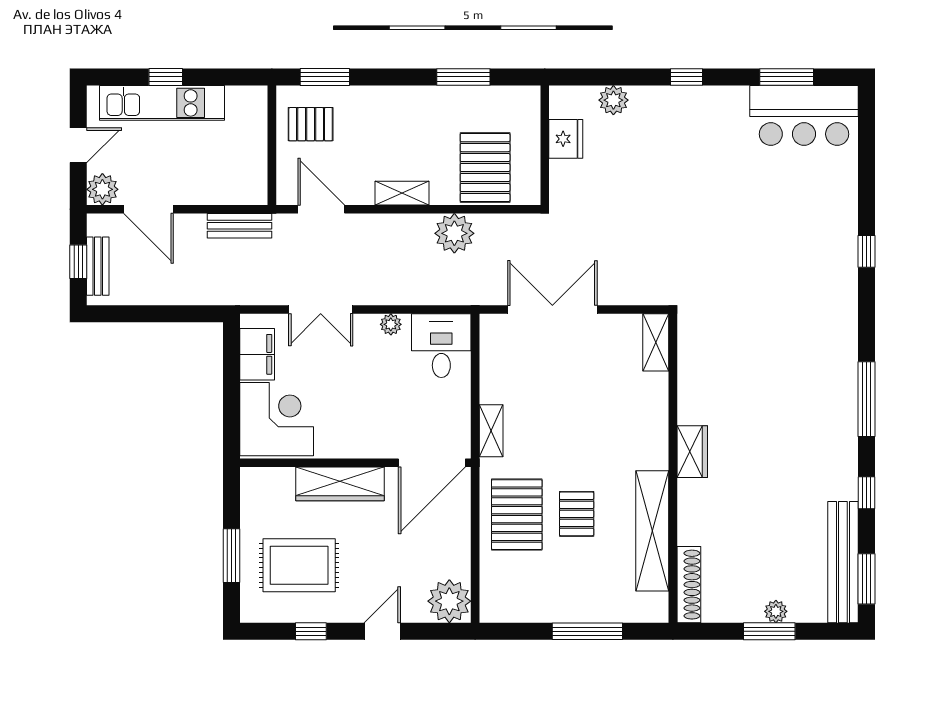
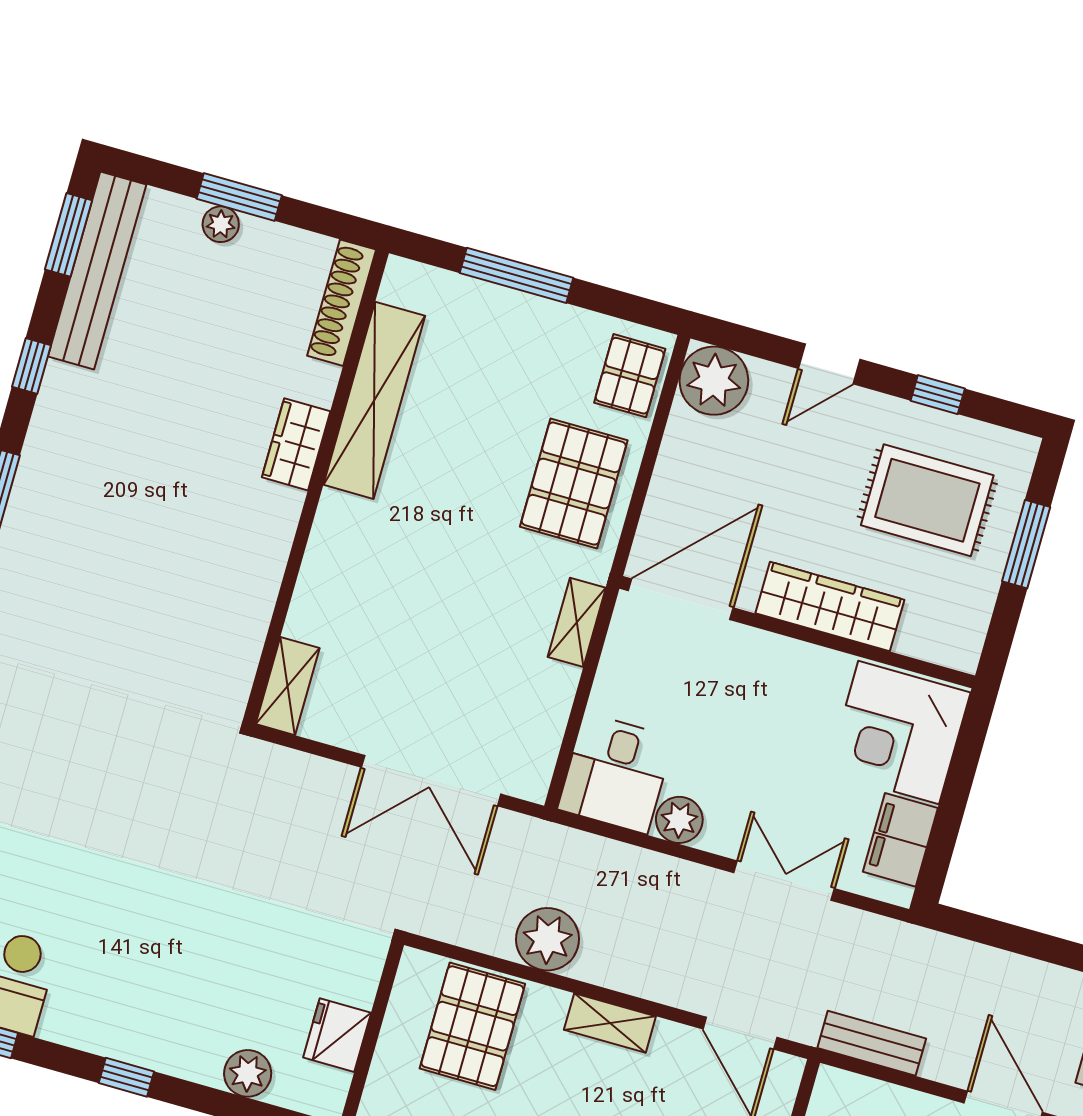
plant: (391, 324) -> (679, 820), width x1.38, depth x1.38
wardrobe: (692, 452) -> (296, 444), moved
pallet: (577, 514) -> (630, 376), moved

